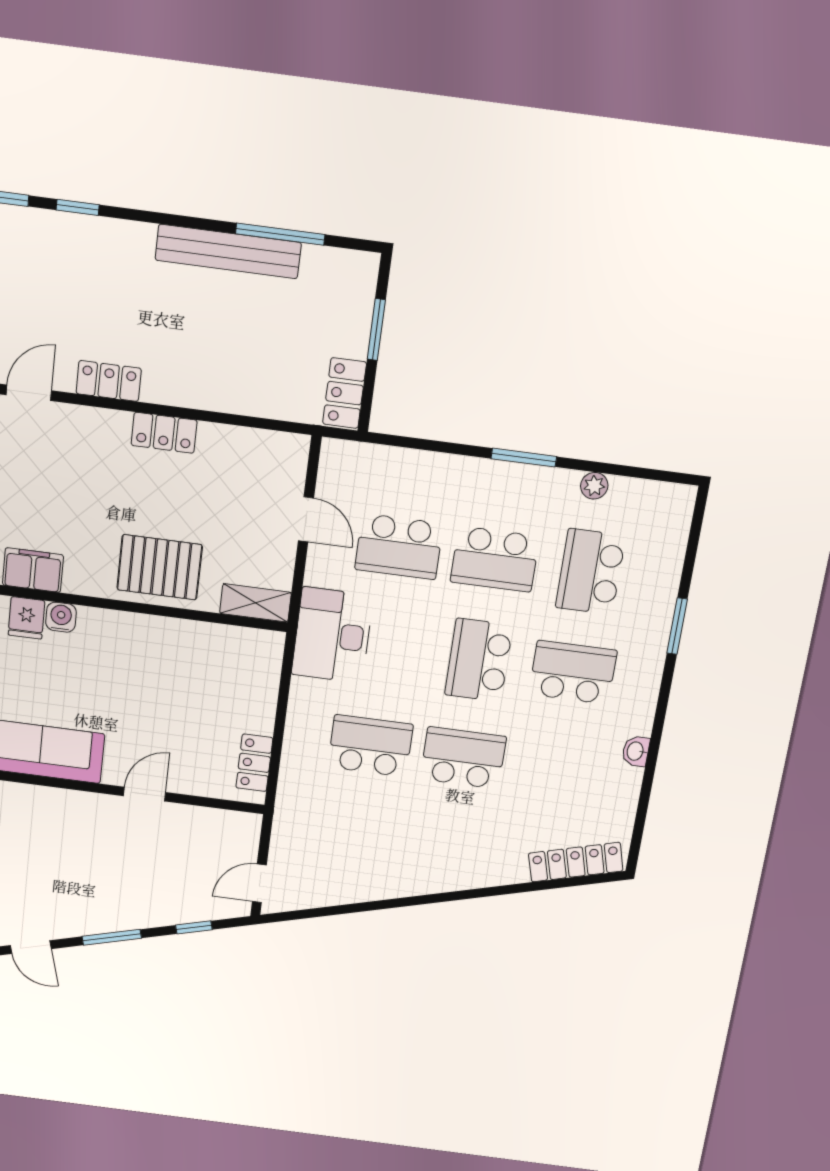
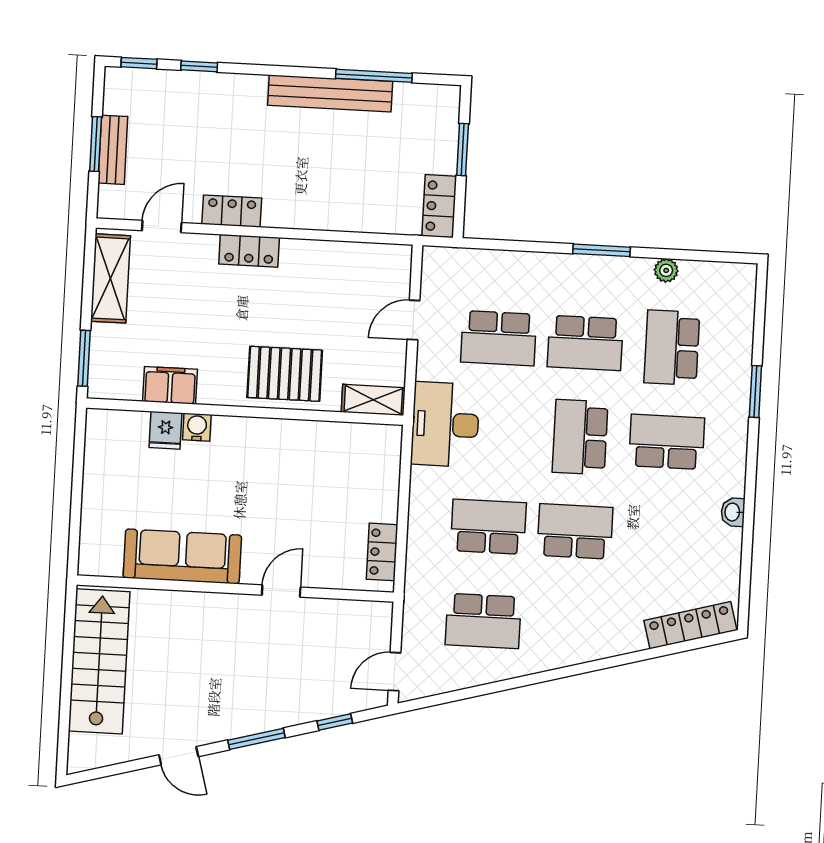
locker: (164, 433) -> (249, 251), moved
door: (306, 519) -> (414, 320), swing flipped
school desk: (357, 841) -> (483, 621), added

